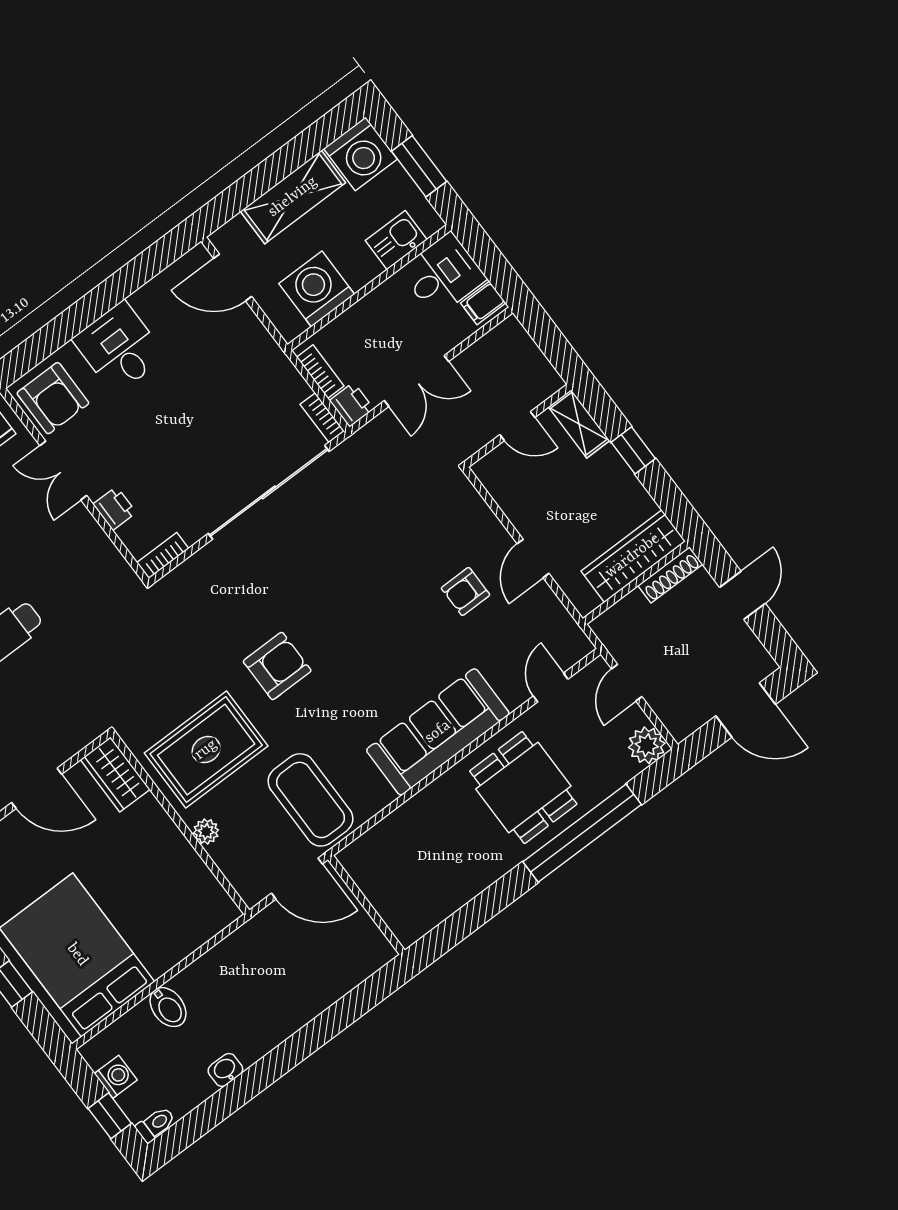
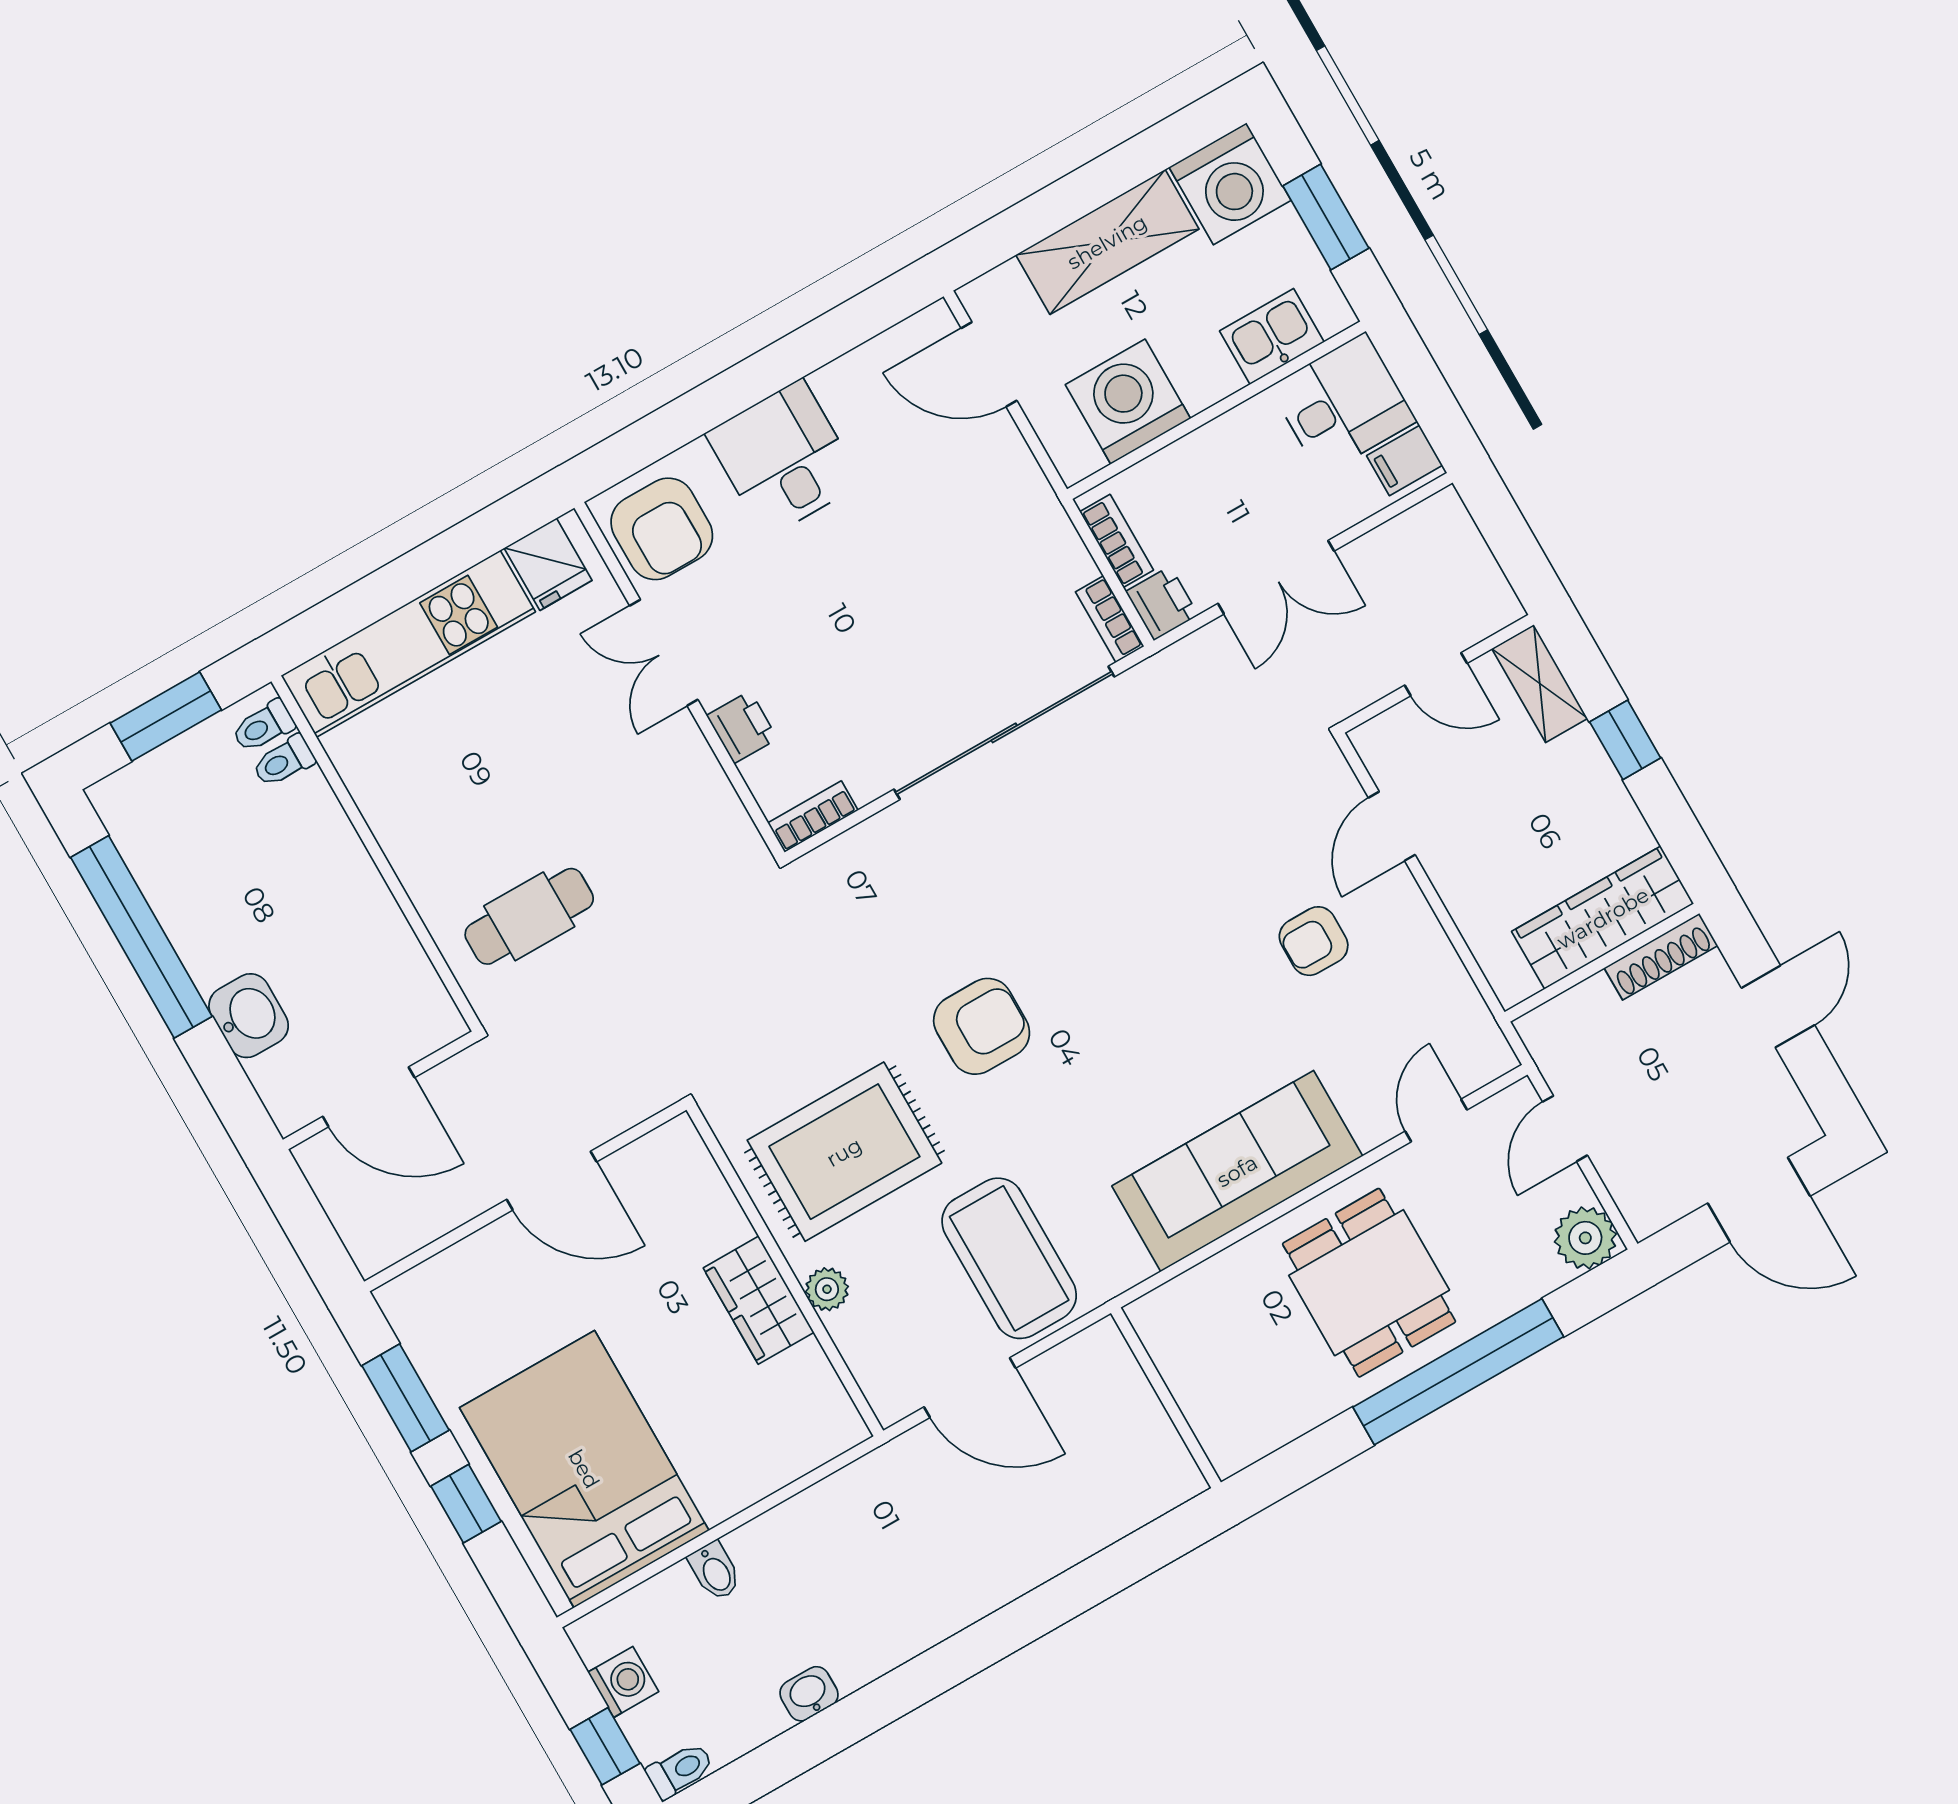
door: (533, 559) -> (1392, 826), moved
wardrobe: (115, 775) -> (759, 1300), moved
wall: (366, 905) -> (1166, 1398), moved
bidet: (168, 1007) -> (715, 1571), width x0.72, depth x0.74

